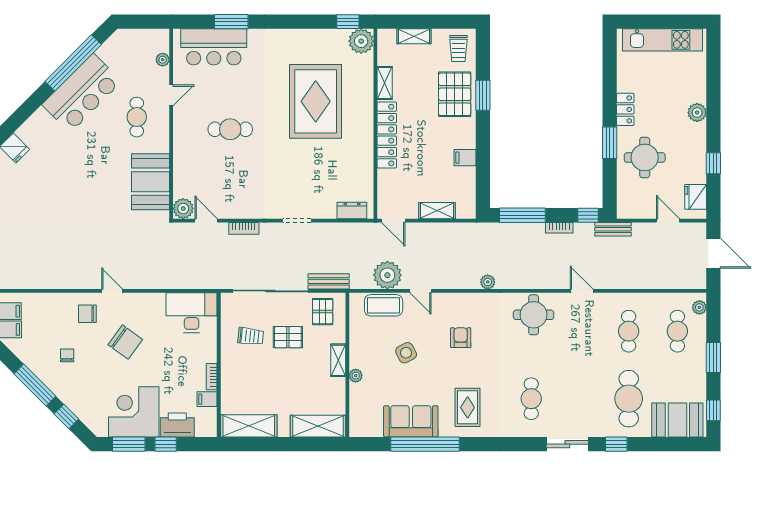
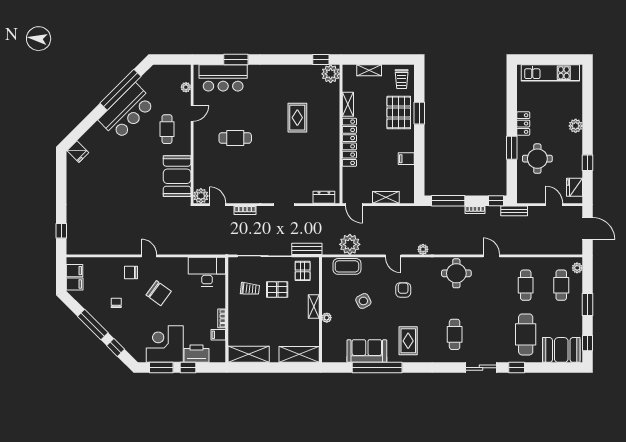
rug: (316, 101) -> (297, 118), width x0.54, depth x0.49
door: (421, 291) -> (393, 256), moved

